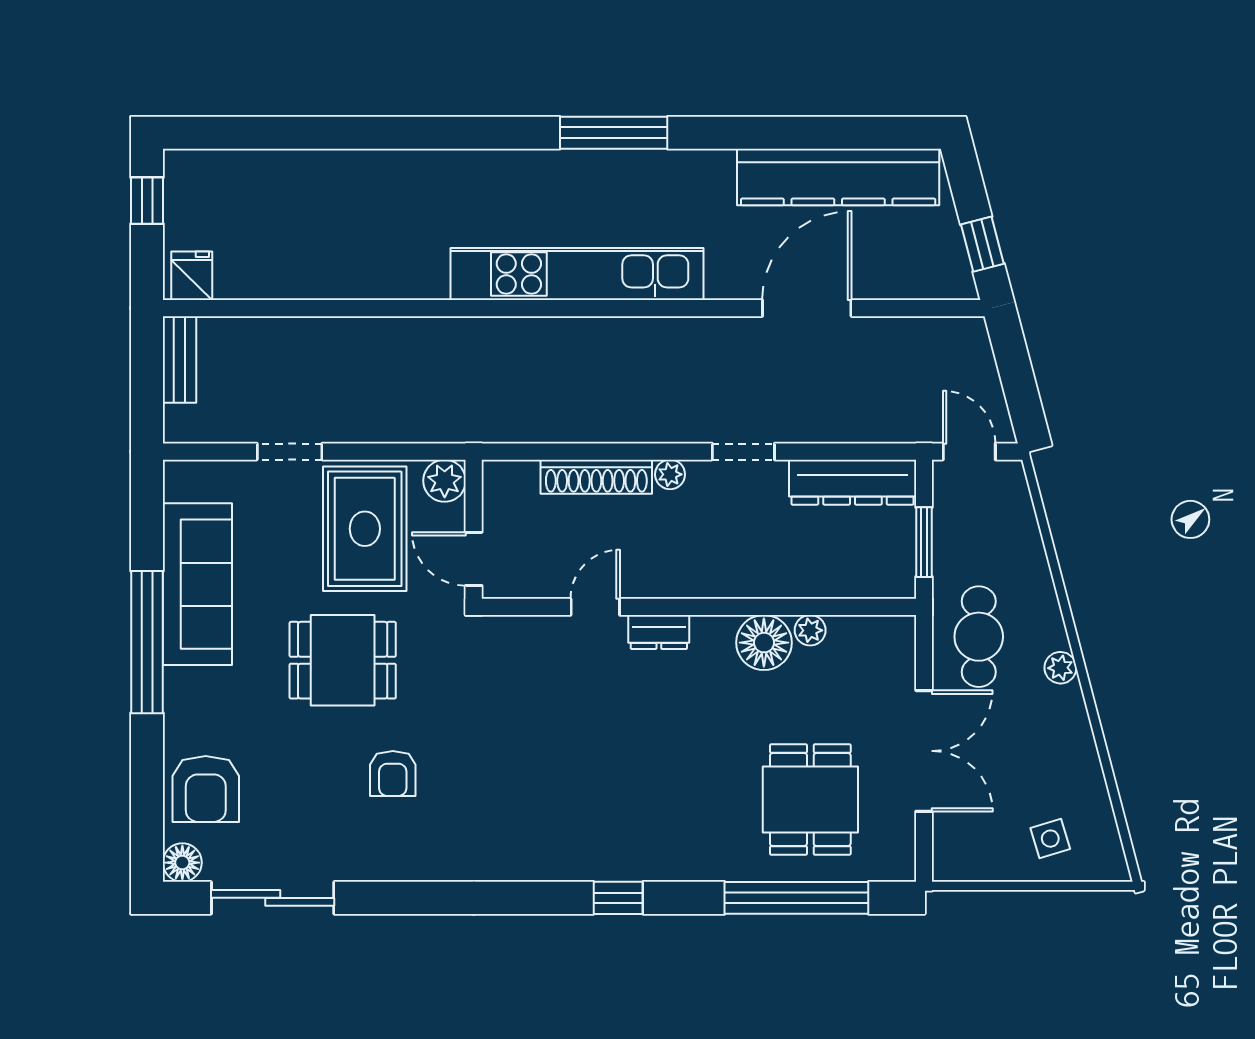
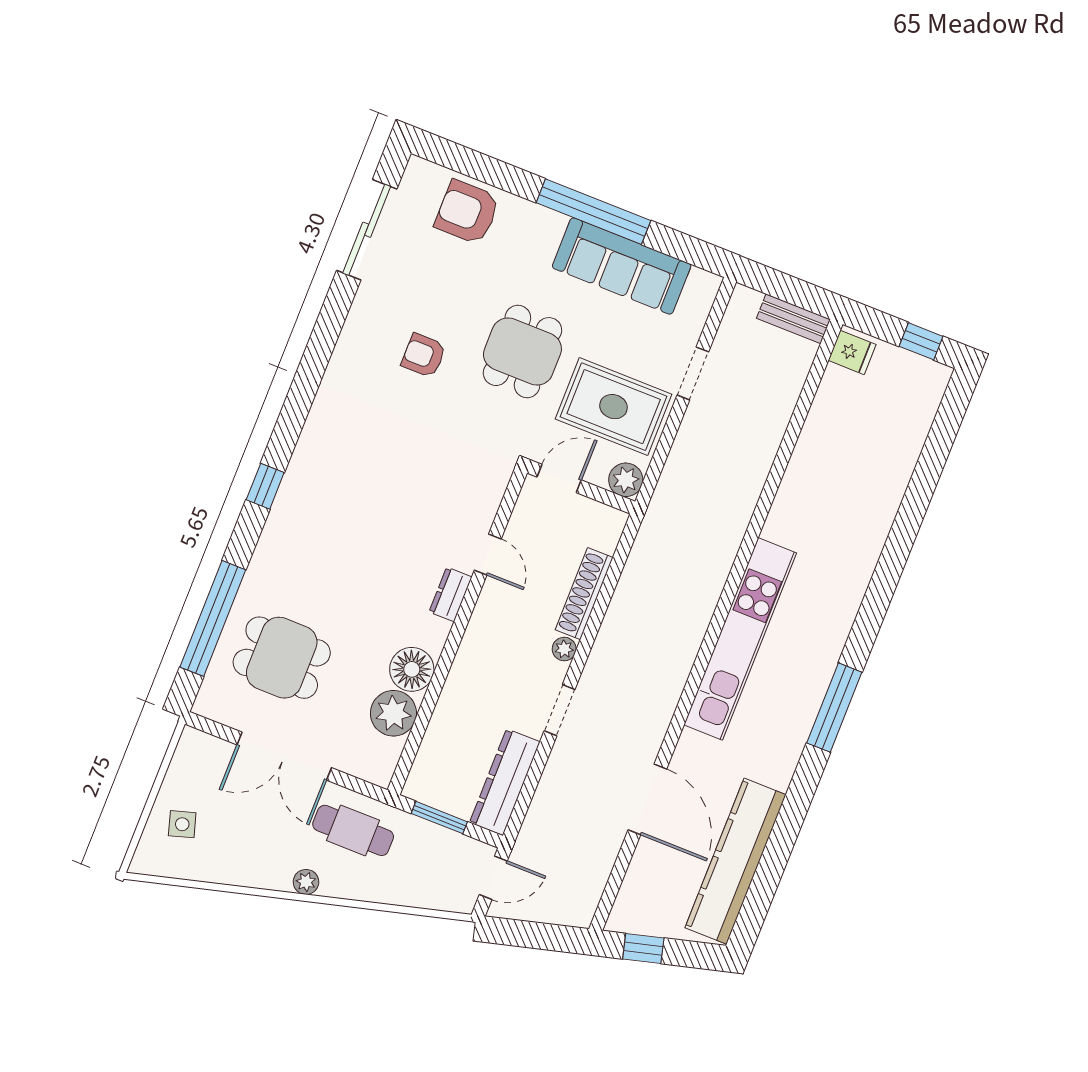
plant: (810, 630) -> (393, 713), width x1.88, depth x1.88
floor lamp: (182, 863) -> (419, 173), removed

